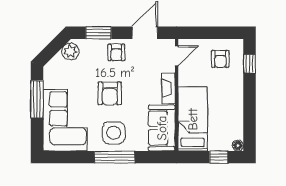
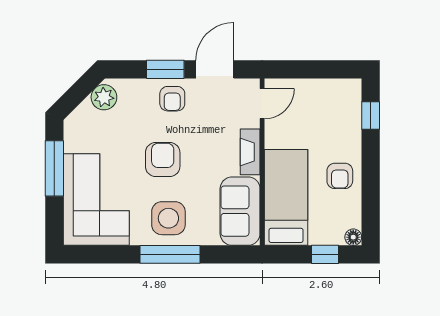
window: (99, 33) -> (165, 69), moved
armchair: (220, 59) -> (340, 176), moved
armchair: (110, 93) -> (163, 160), turned 180

